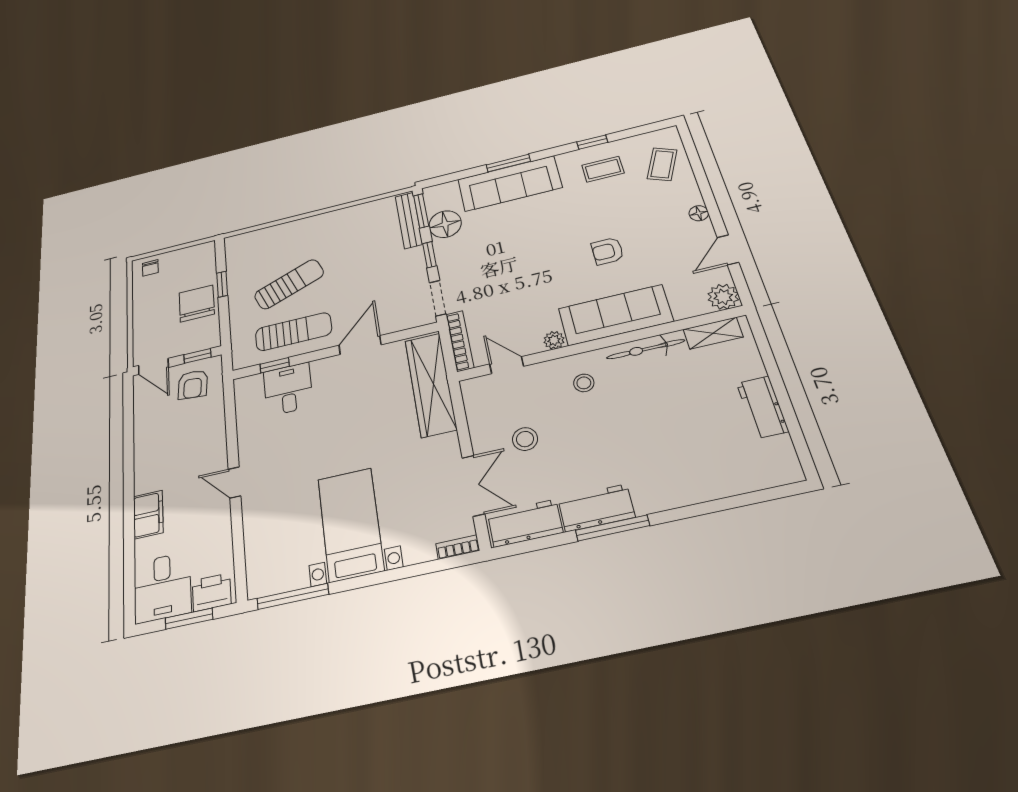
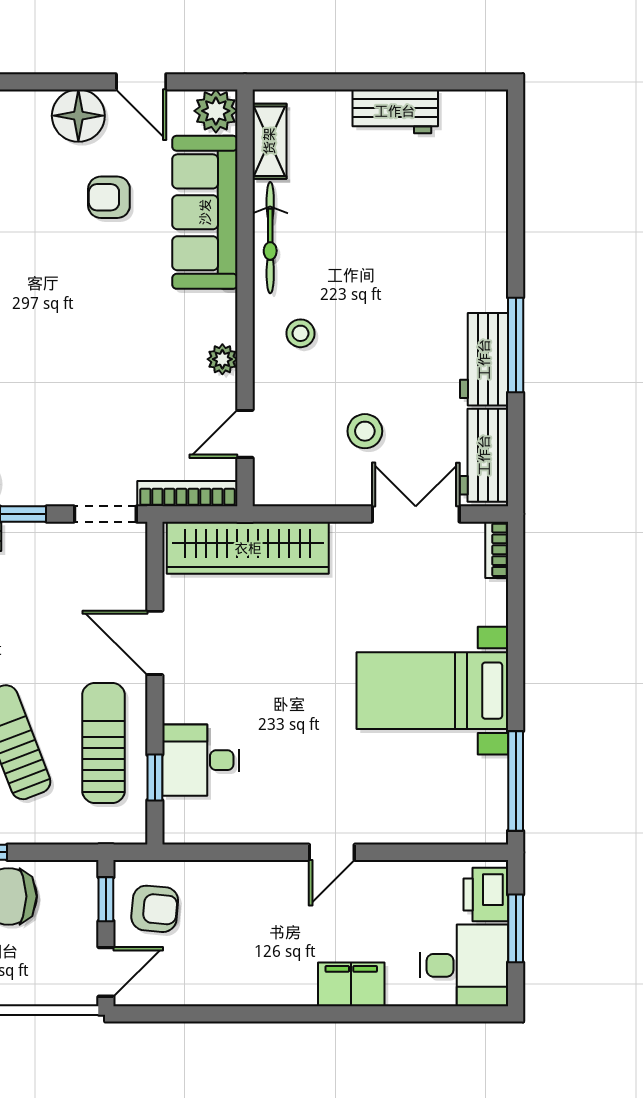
floor lamp: (699, 213) -> (78, 116), width x1.89, depth x1.89
armchair: (608, 251) -> (109, 197), moved, turned 90
sofa: (615, 315) -> (205, 212), moved

